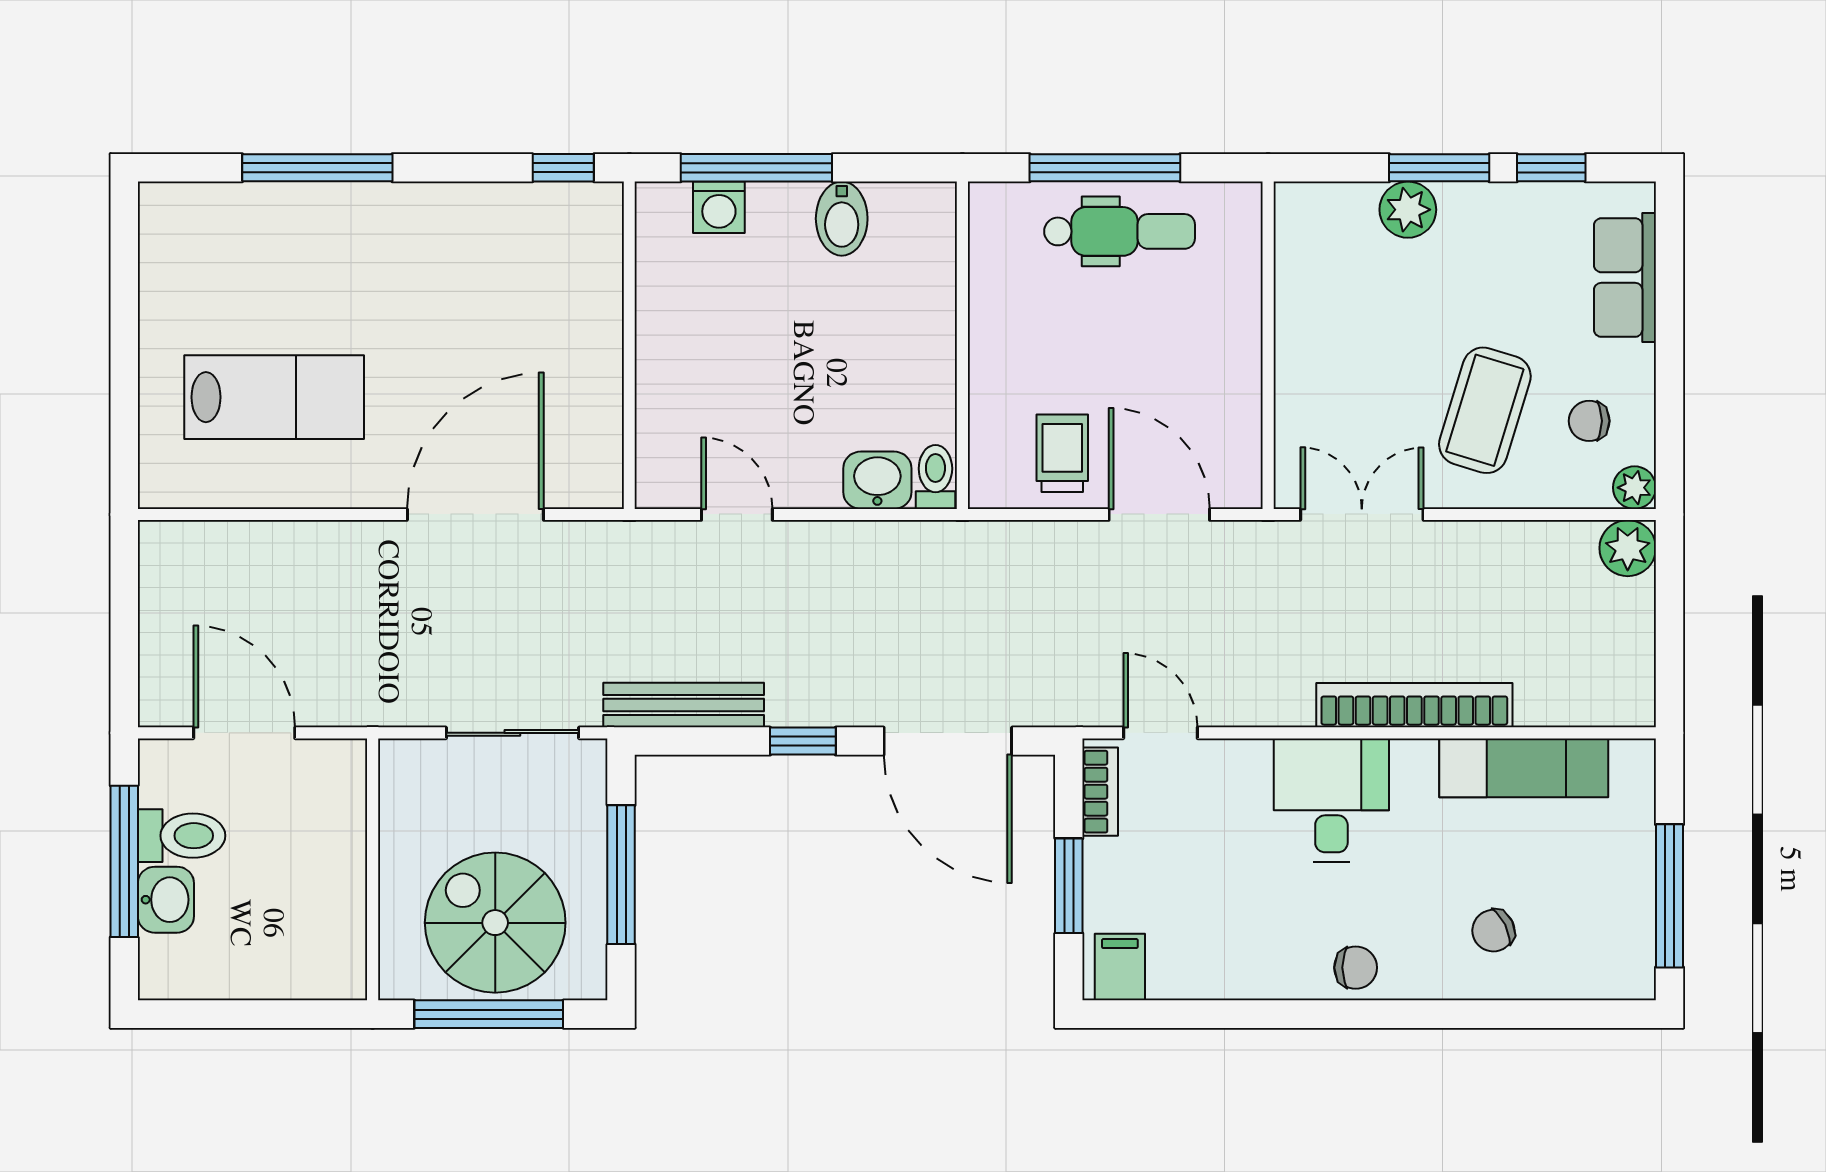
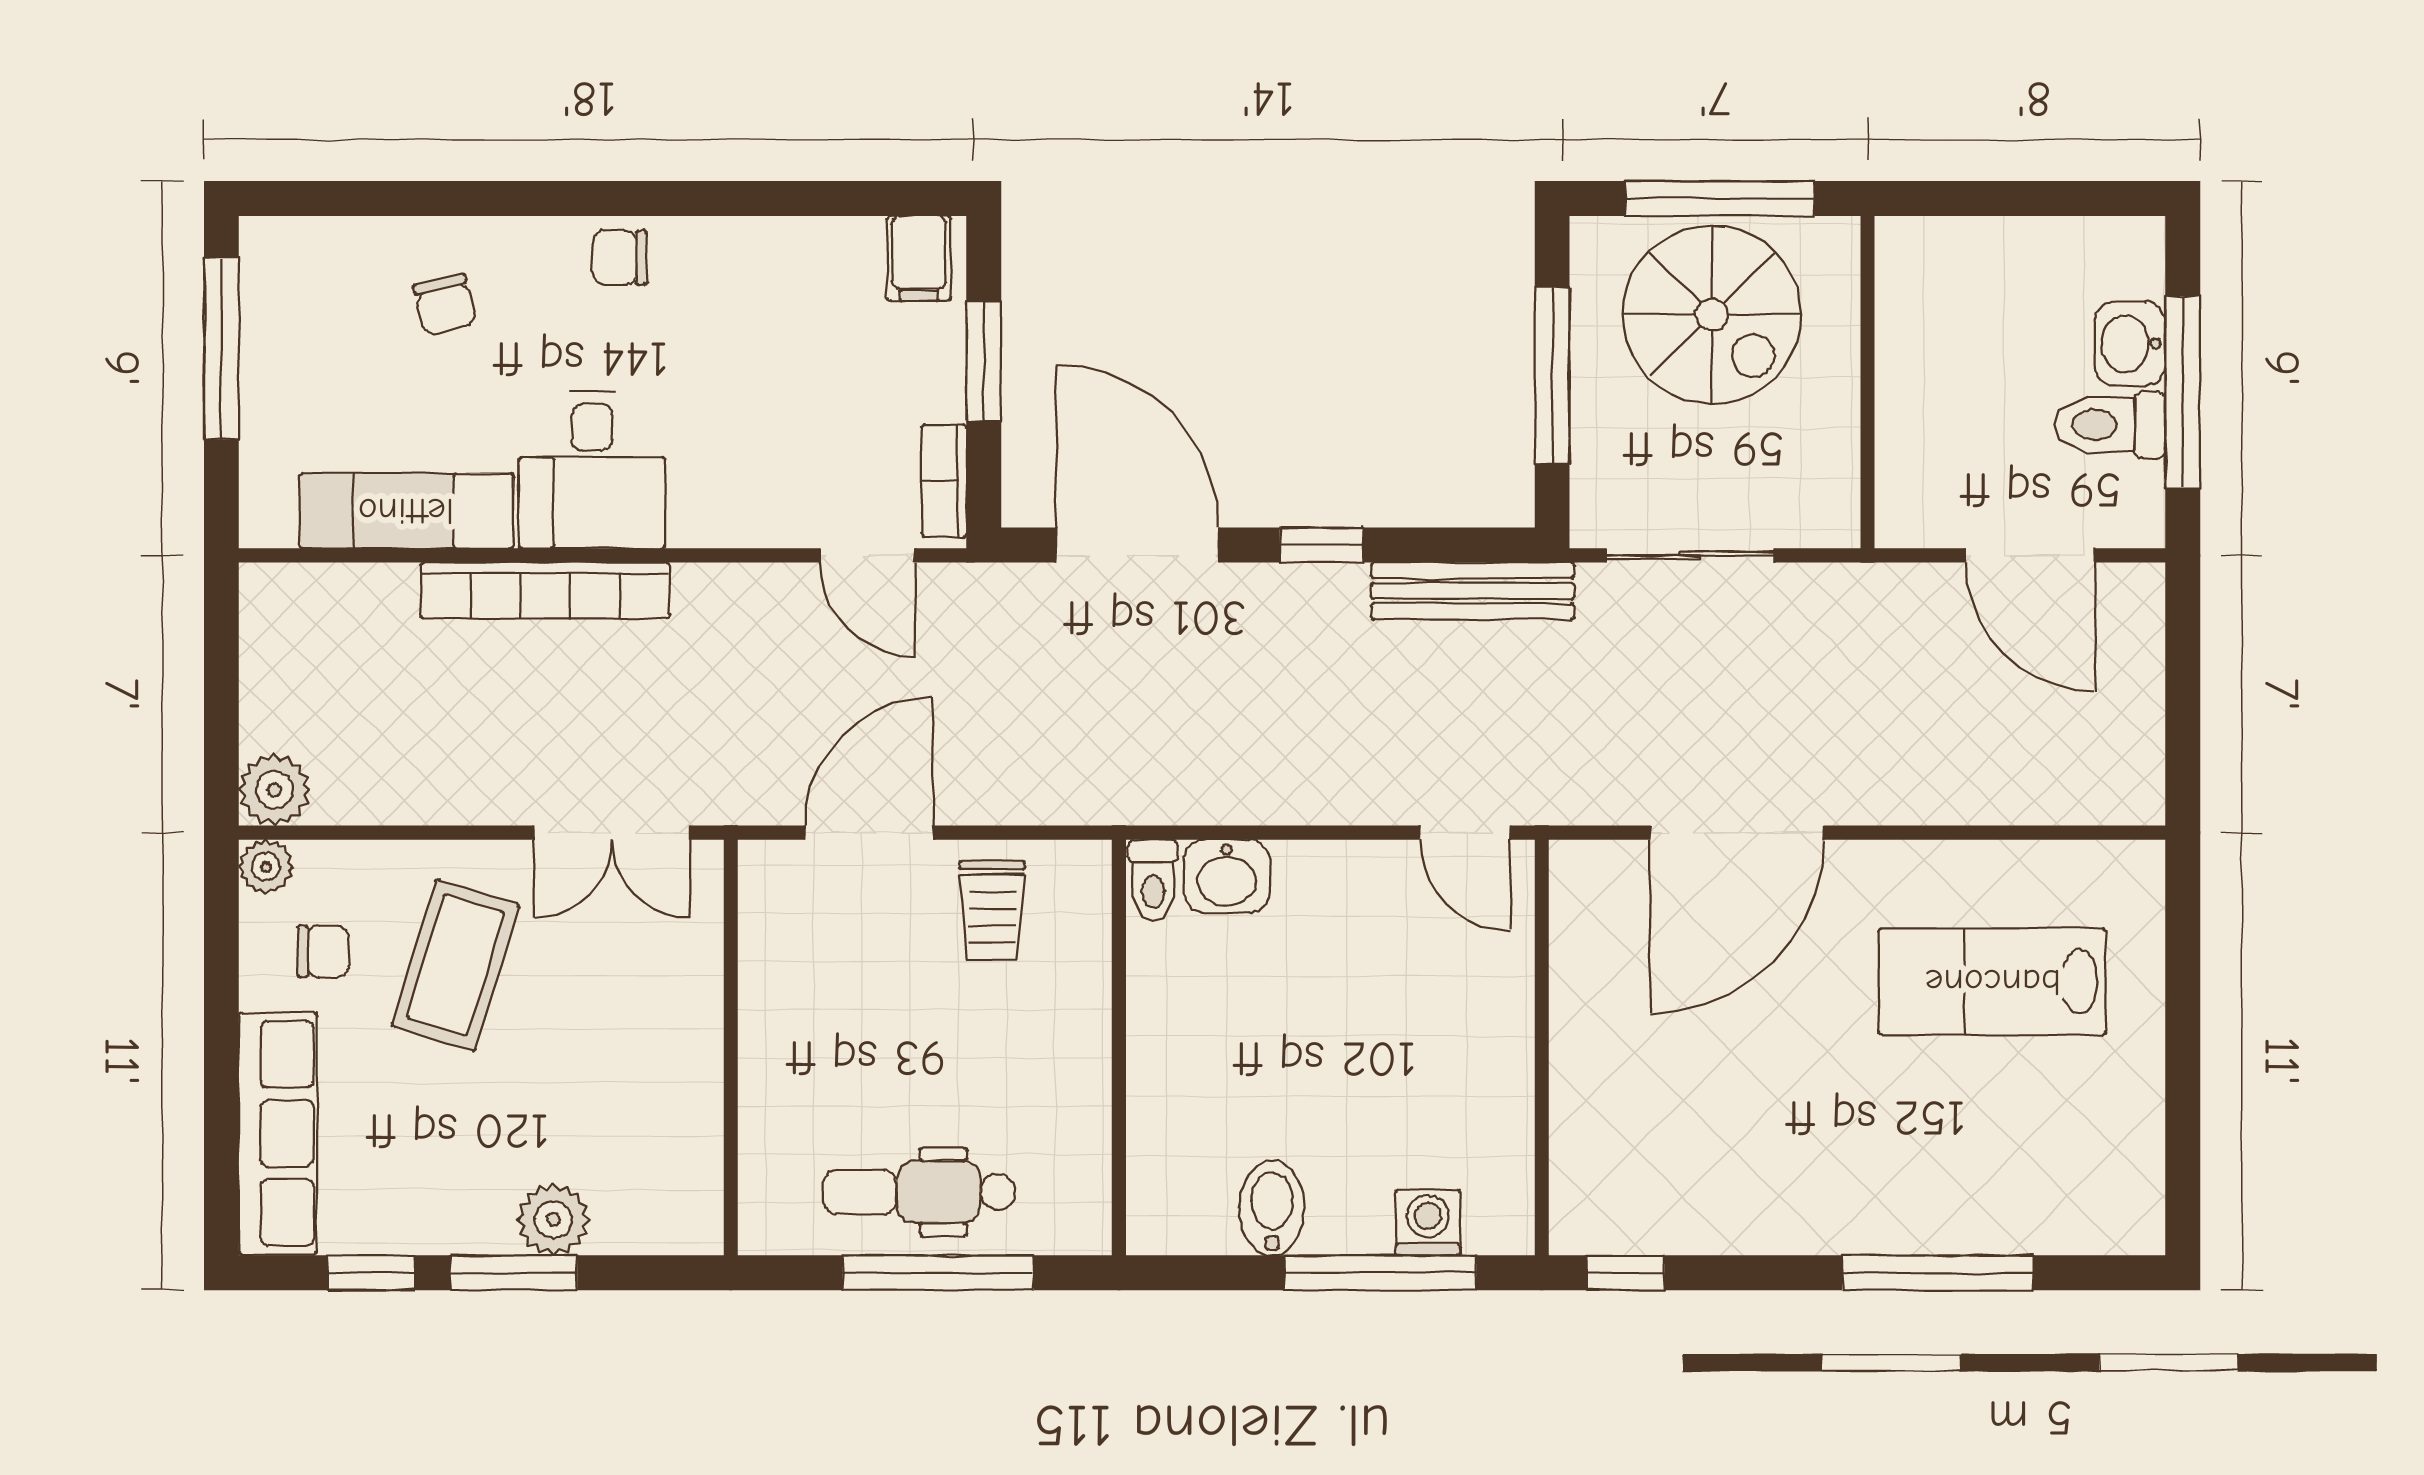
row of seats: (1625, 278) -> (278, 1133), width x1.48
door: (737, 514) -> (1465, 833), moved
door: (1159, 514) -> (869, 833), swing flipped
desk: (1331, 800) -> (592, 470), moved
chair: (1493, 931) -> (445, 304), turned 102

